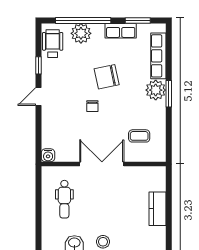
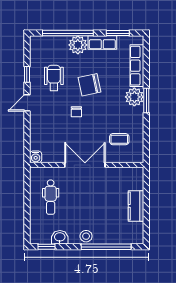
plant: (81, 33) -> (78, 45), moved
wheelchair: (53, 44) -> (54, 78), moved

